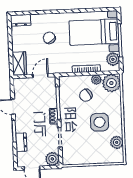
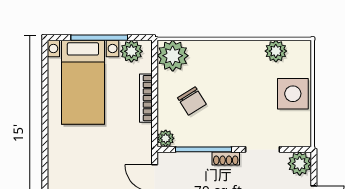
chair: (49, 38) -> (90, 160), removed
plant: (96, 80) -> (166, 138), moved
side table: (99, 122) -> (293, 94), moved

